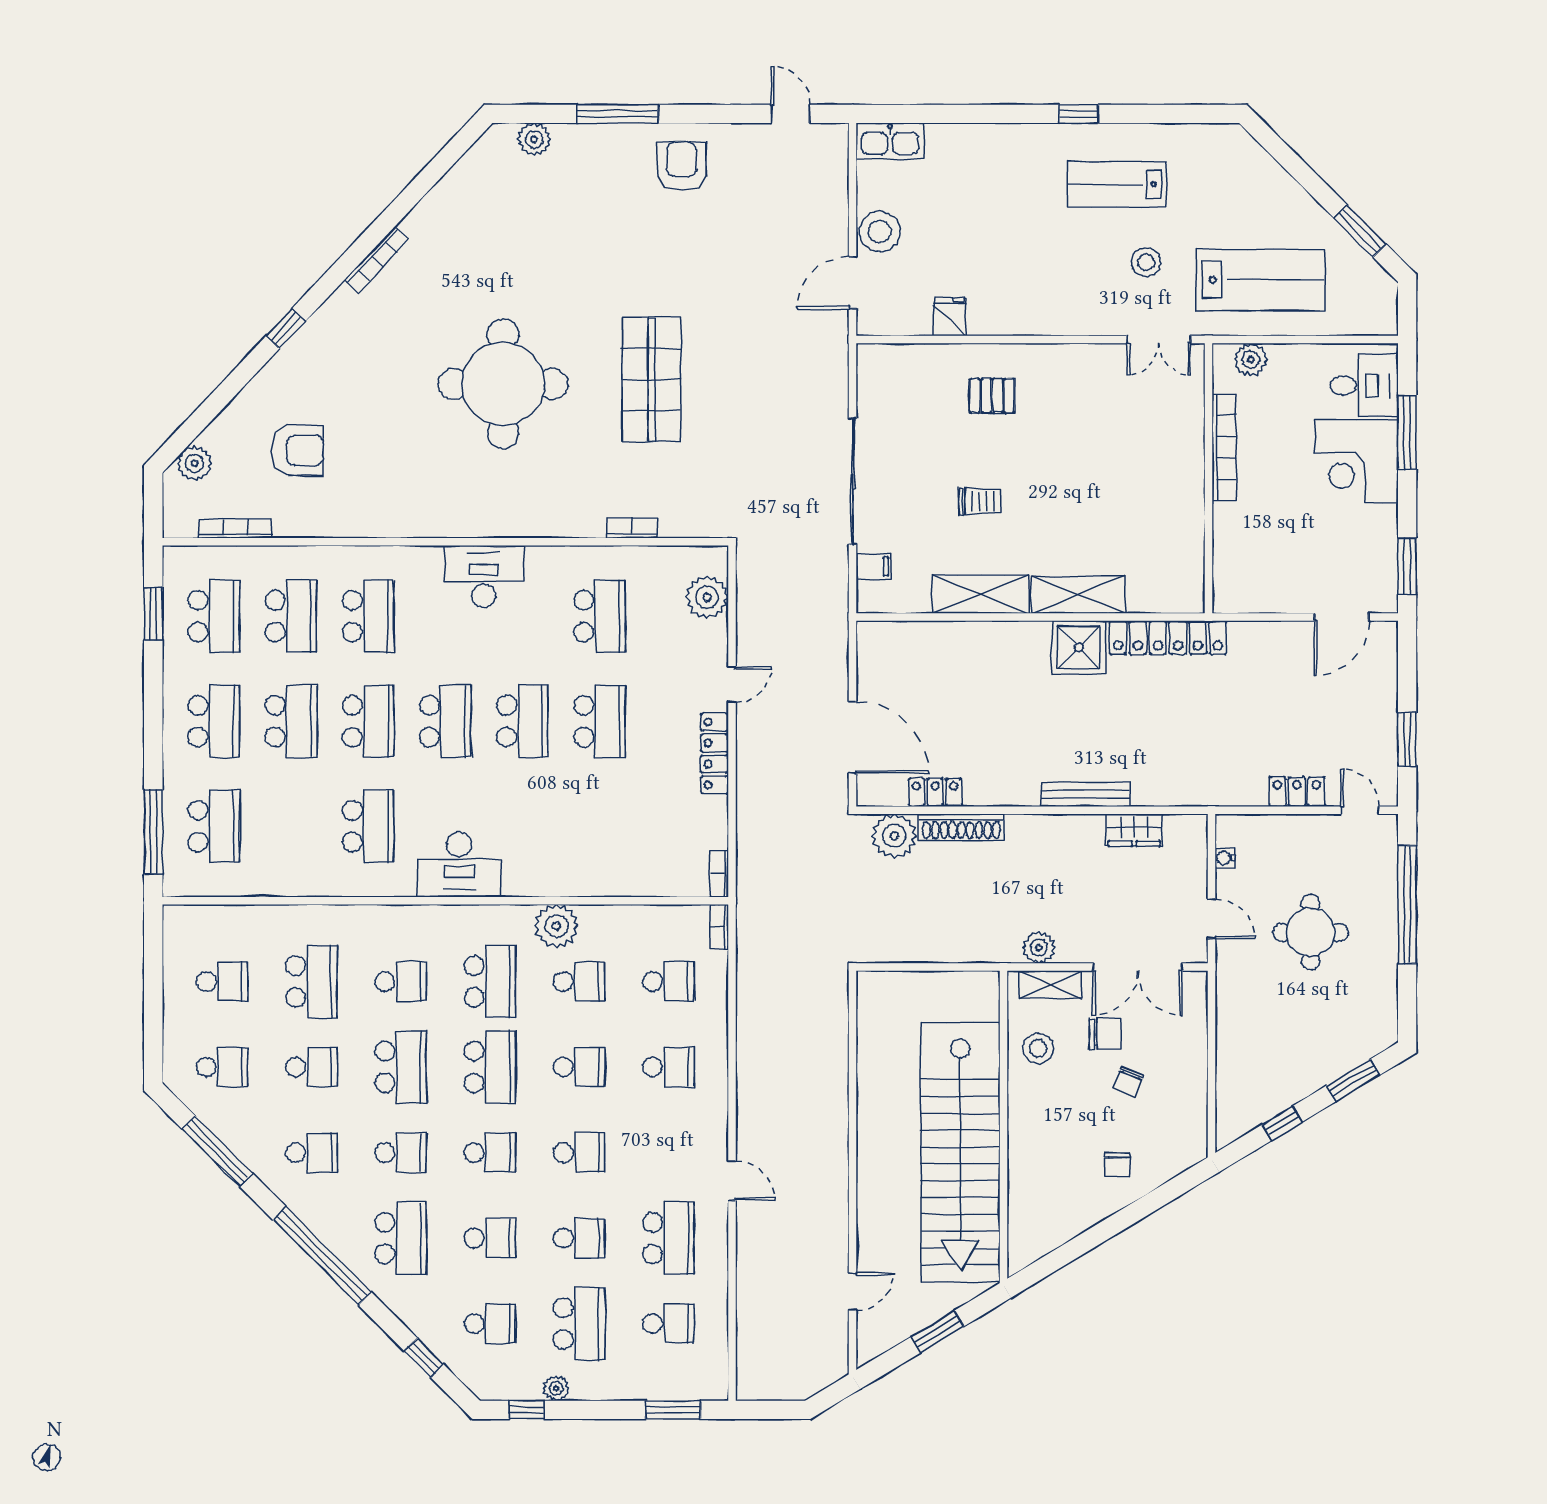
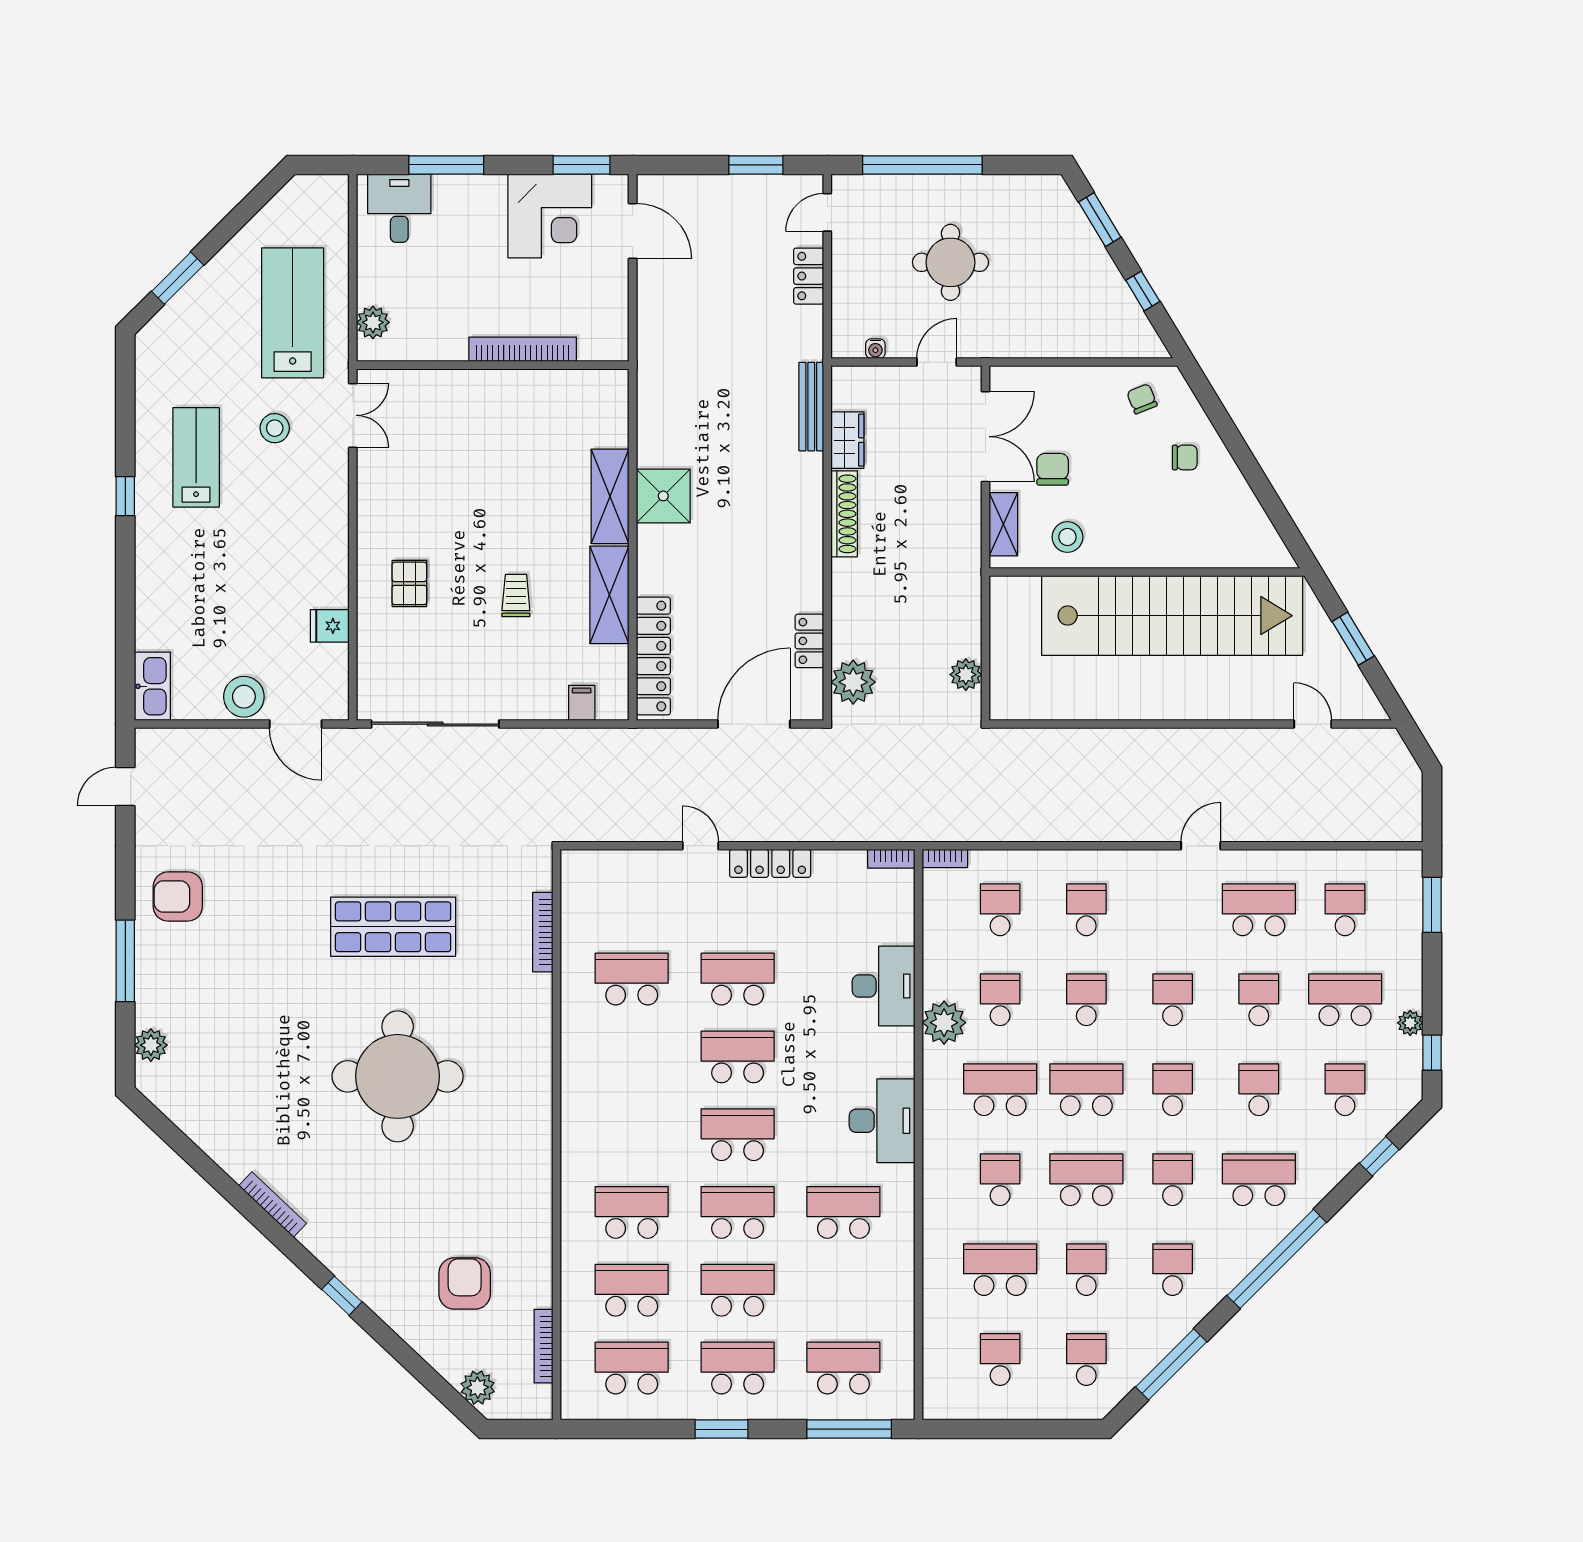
lab bench: (1117, 184) -> (196, 457), turned 180
window: (1360, 231) -> (178, 278), moved
bookcase: (1224, 447) -> (523, 349), moved
corner desk: (1357, 461) -> (550, 216), moved
sliding door: (853, 481) -> (435, 724), moved
bookcase: (632, 528) -> (543, 932), width x1.56
desk: (484, 576) -> (884, 986), moved, turned 180
plant: (707, 597) -> (613, 871), removed
window: (153, 614) -> (721, 1429), moved
locker: (1168, 638) -> (653, 656), moved
bench: (1085, 794) -> (811, 407), moved
shoe rack: (961, 827) -> (844, 514), moved
plant: (1039, 948) -> (966, 675), moved
chair: (1128, 1082) -> (1142, 399), moved, turned -134

